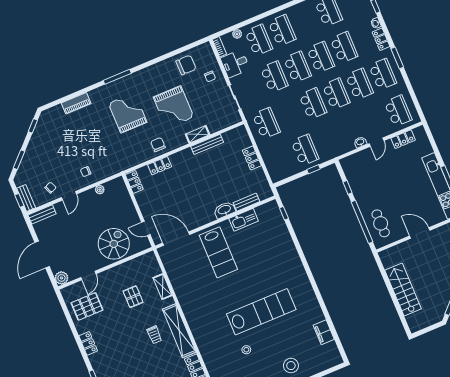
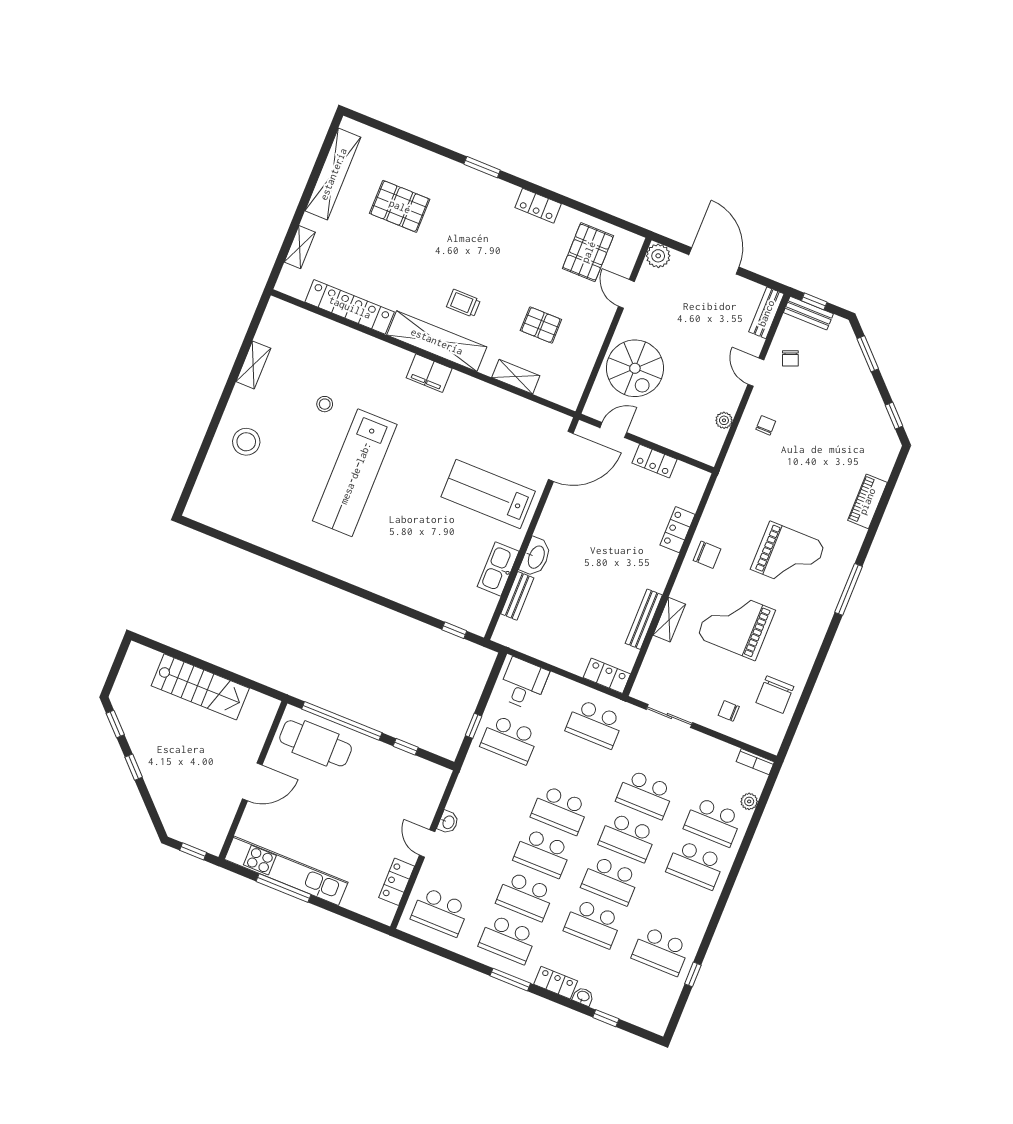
desk: (235, 64) -> (523, 684), moved
locker: (252, 158) -> (607, 676), moved
locker: (134, 182) -> (655, 461), moved
cafe table: (381, 223) -> (316, 743), width x1.37, depth x1.35
filing cabinet: (324, 332) -> (429, 373), moved, turned 180

